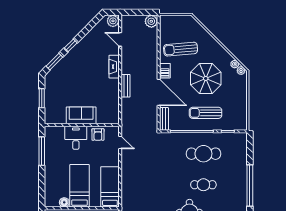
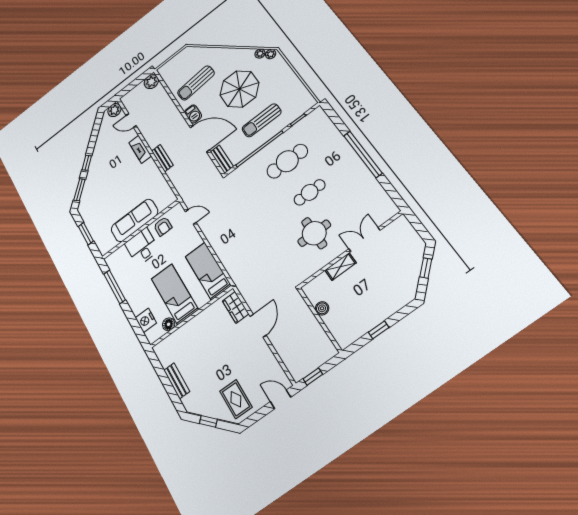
sofa: (81, 115) -> (134, 220), width x1.36
nightstand: (51, 189) -> (146, 320), added

